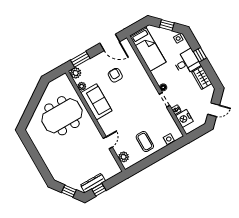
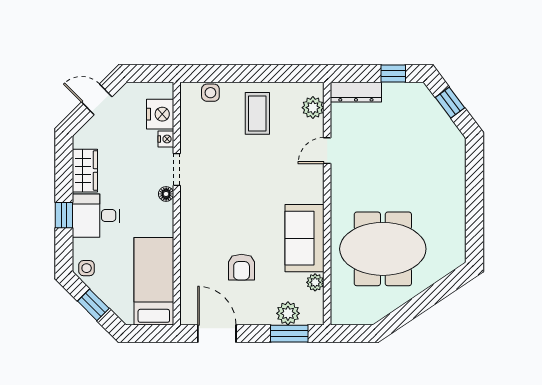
plant: (76, 73) -> (288, 313), moved
dresser: (93, 183) -> (356, 92), moved

